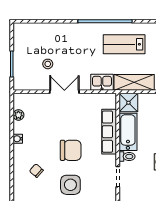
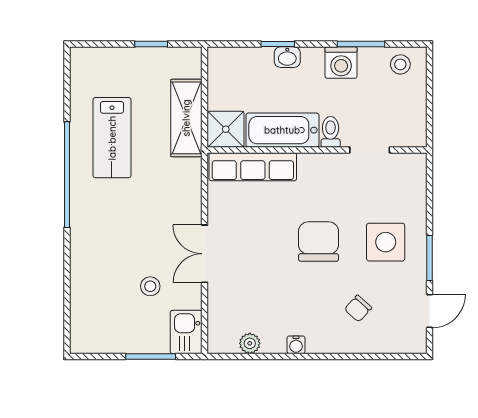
kitchen sink: (102, 82) -> (186, 332), moved
row of seats: (109, 132) -> (253, 167), moved

